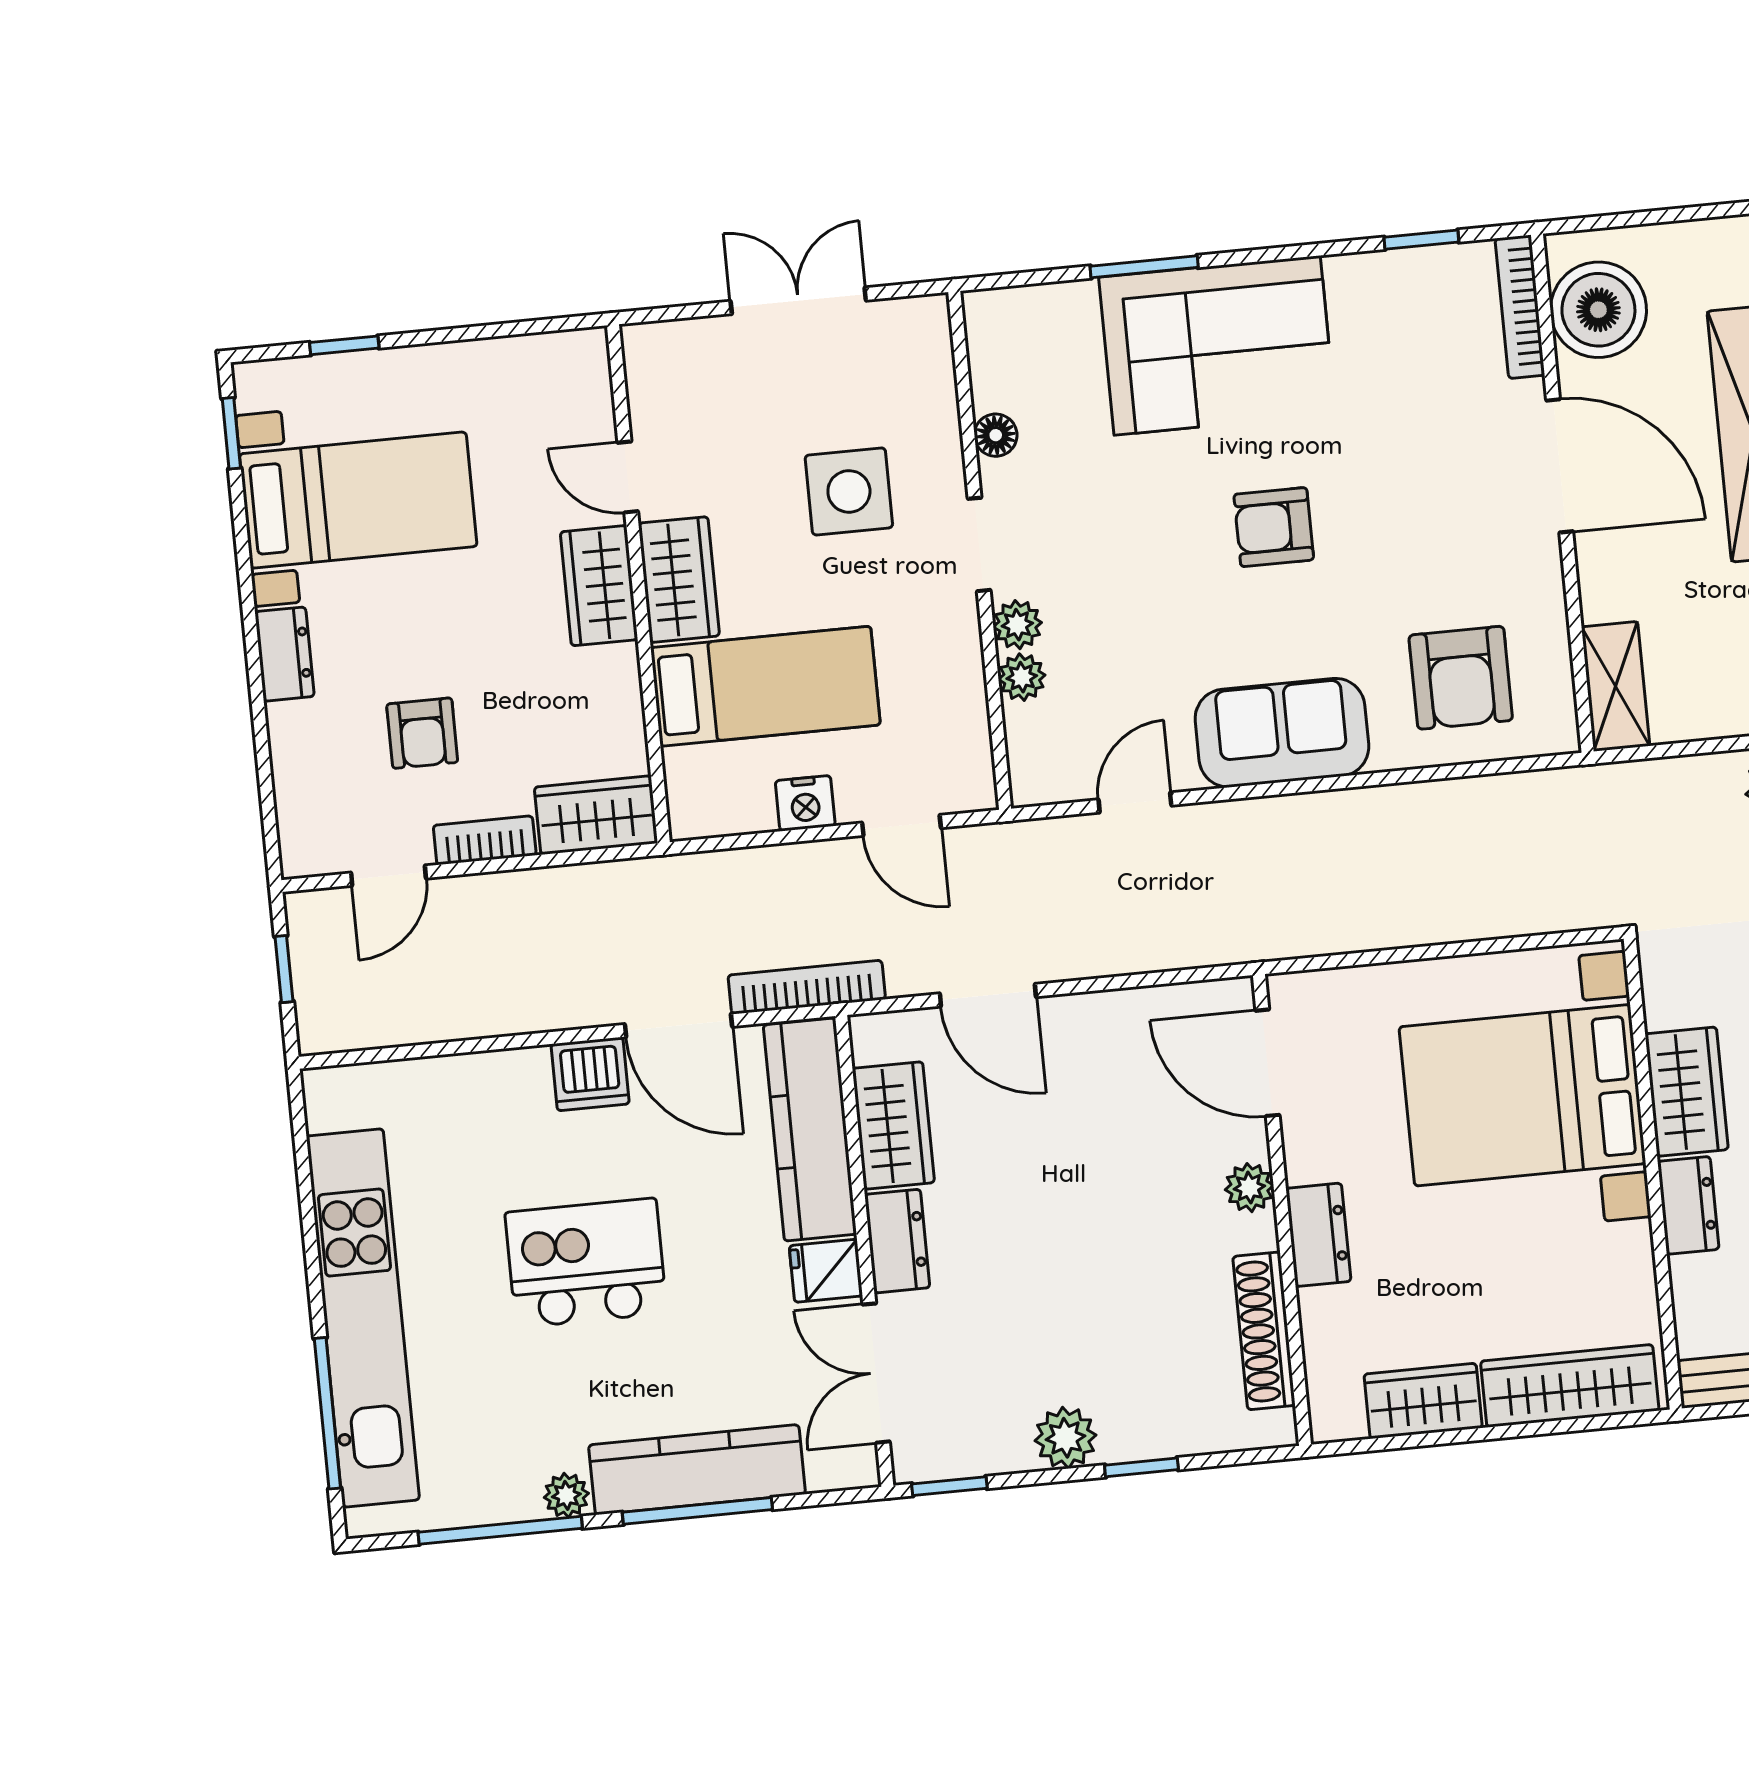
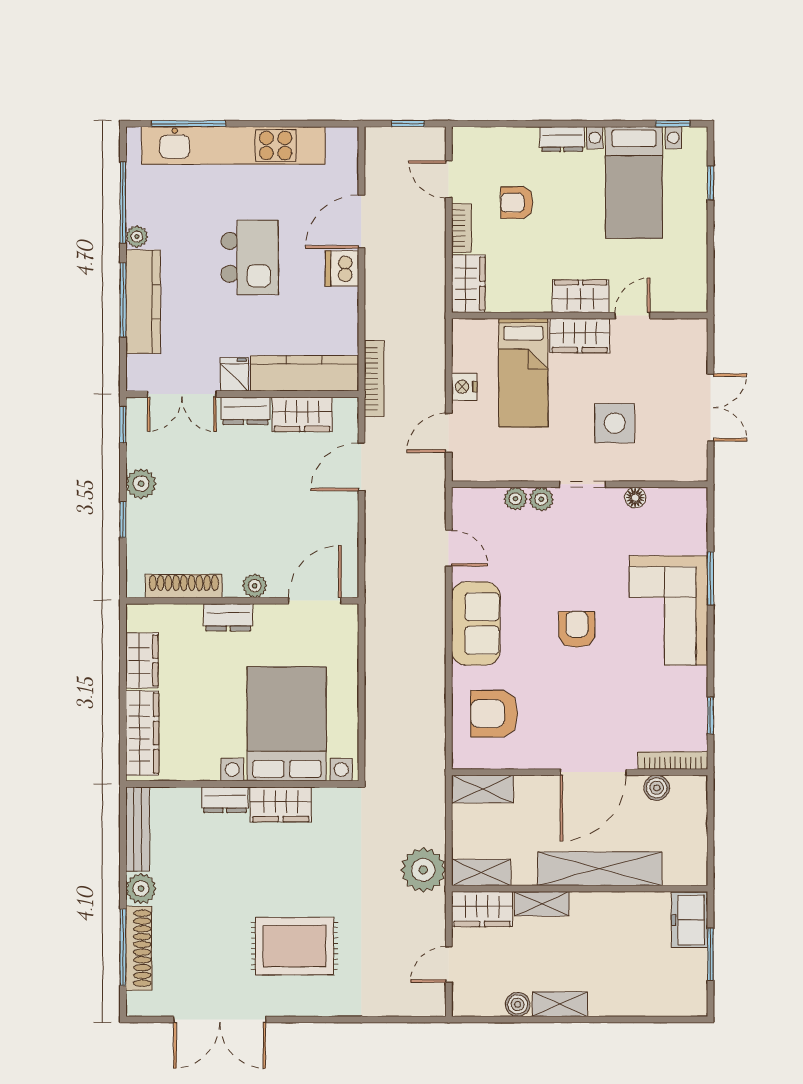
boiler: (1598, 310) -> (657, 788), width x0.54, depth x0.54
door: (679, 1025) -> (361, 222), moved
double door: (876, 1373) -> (182, 394), swing flipped

